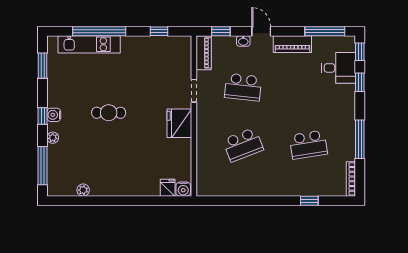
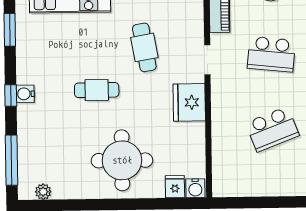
cafe table: (146, 81) -> (144, 47), added
plant: (53, 138) -> (24, 124), removed
round table: (127, 167) -> (122, 160), added
plant: (83, 190) -> (43, 192), moved

